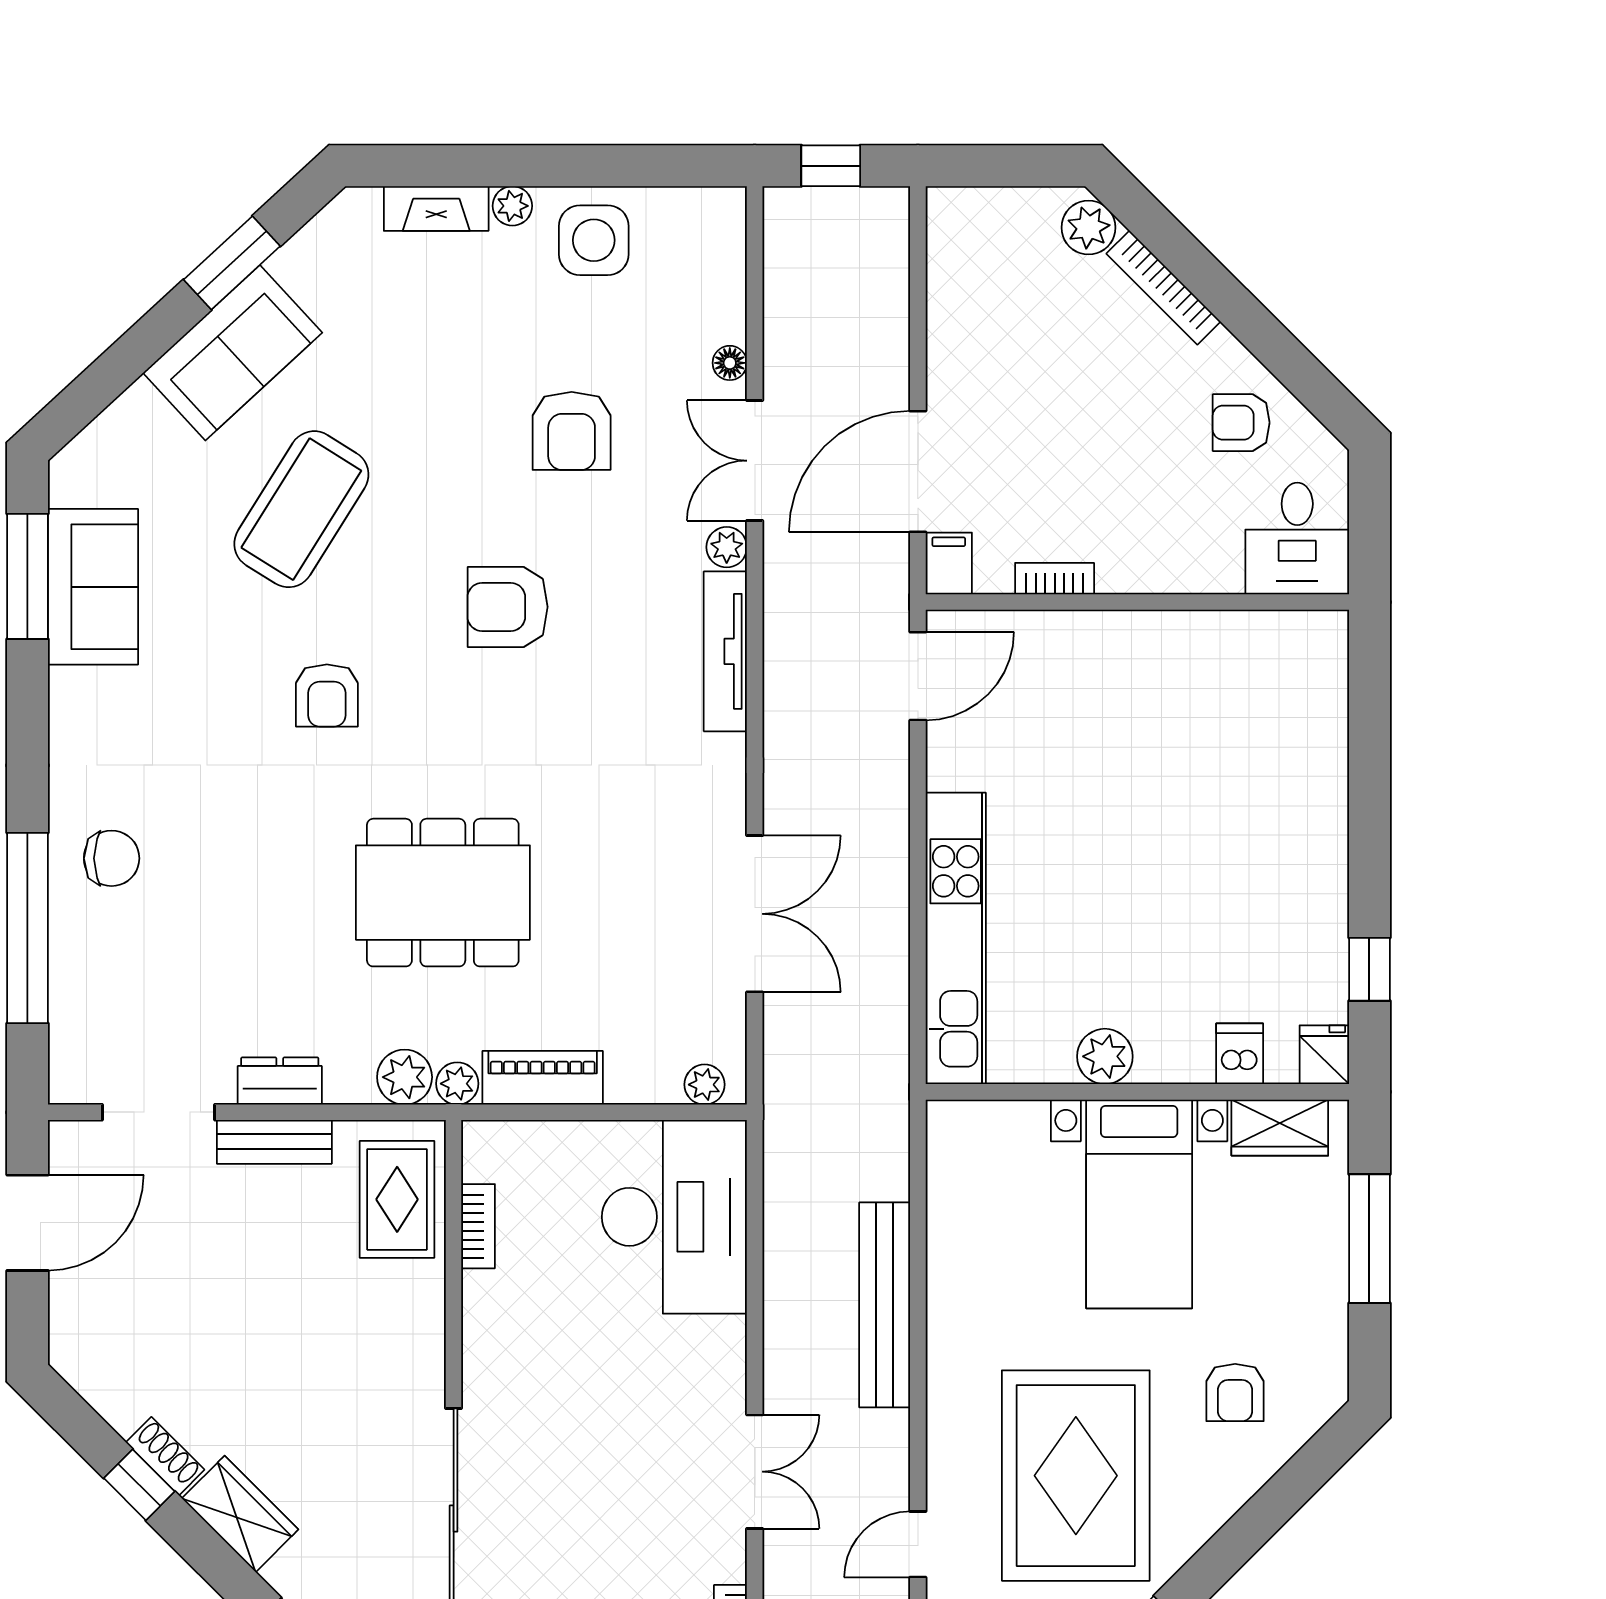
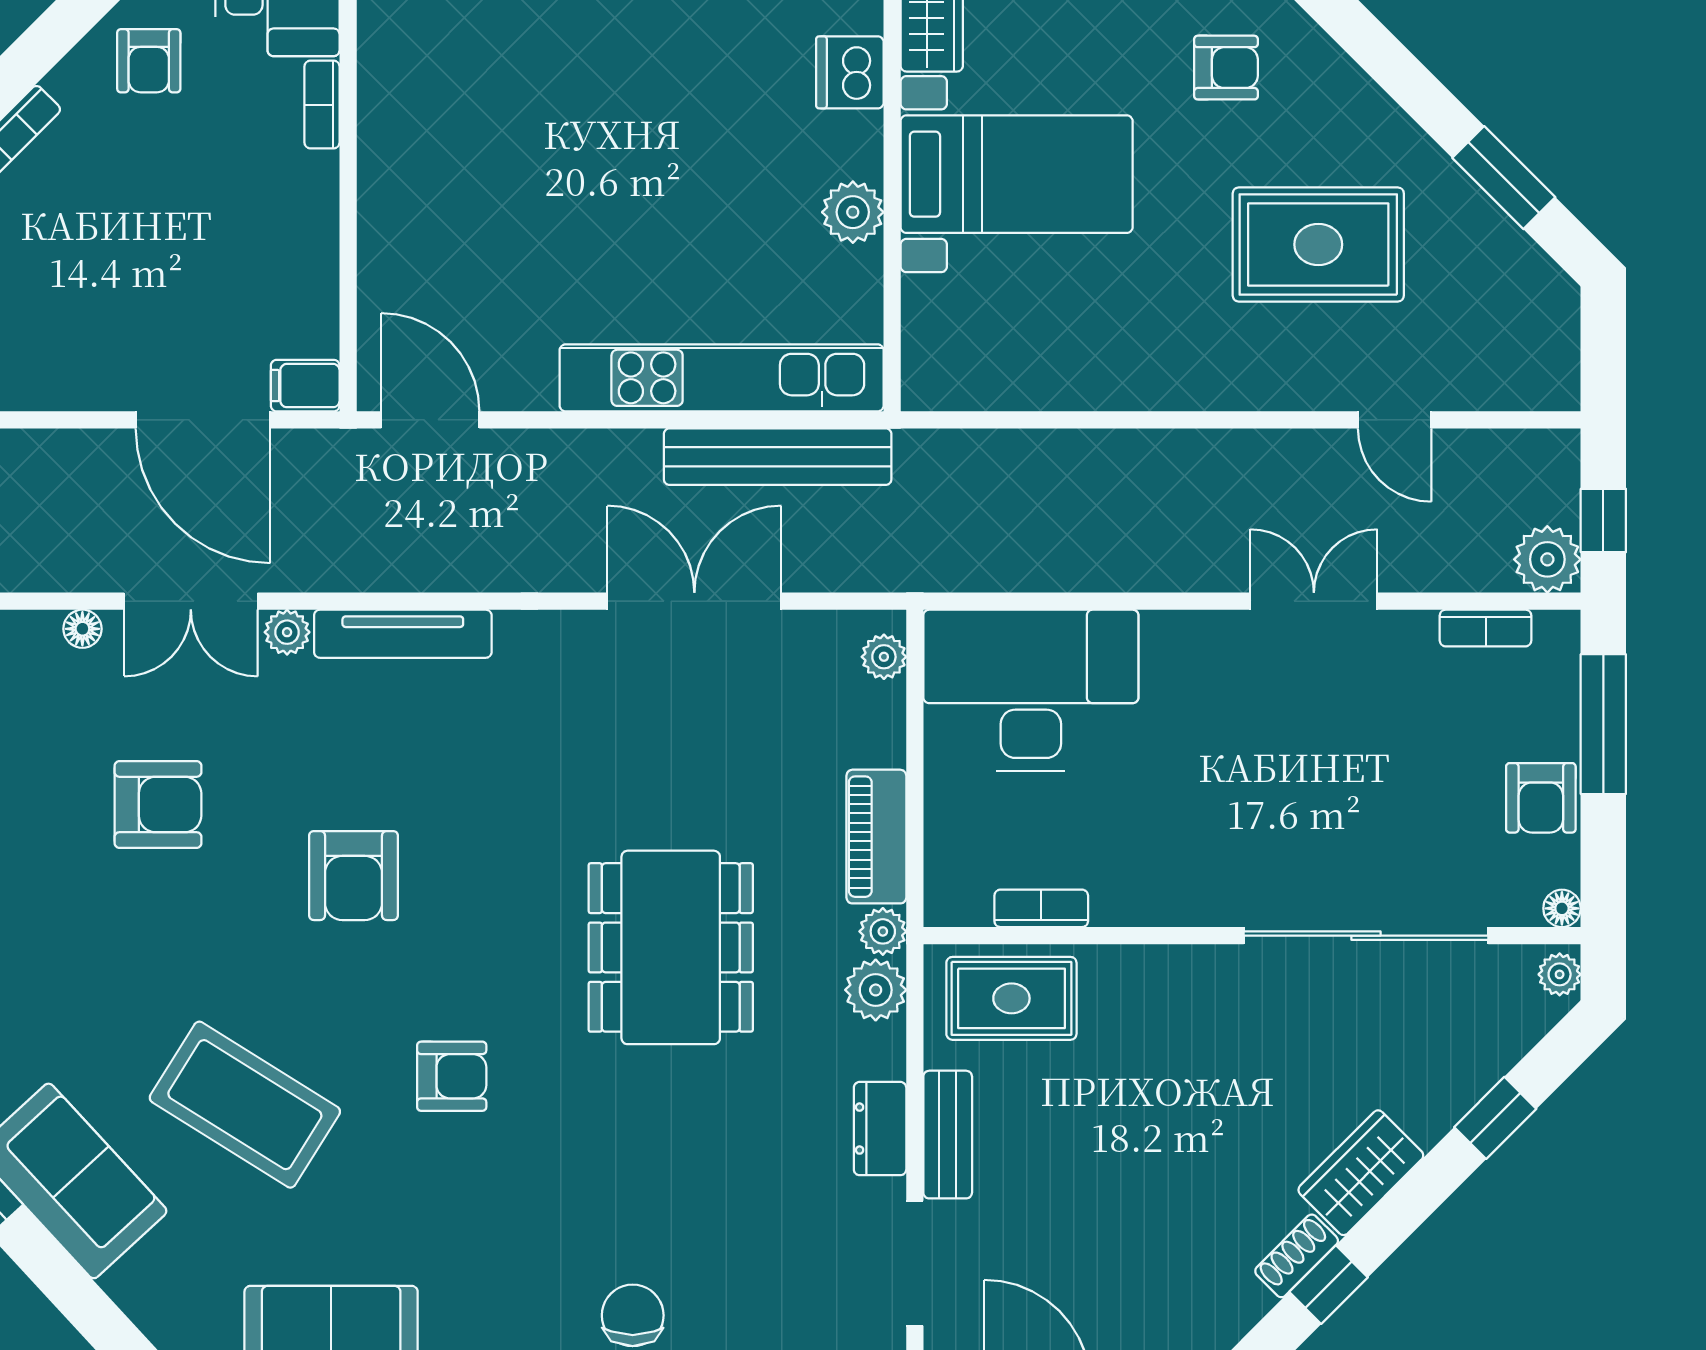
bookcase: (1055, 579) -> (322, 105), moved
dishwasher: (1240, 1054) -> (850, 72), width x1.38
bench: (885, 1305) -> (778, 457), moved
rug: (1076, 1476) -> (1318, 244), width x0.73, depth x0.69

